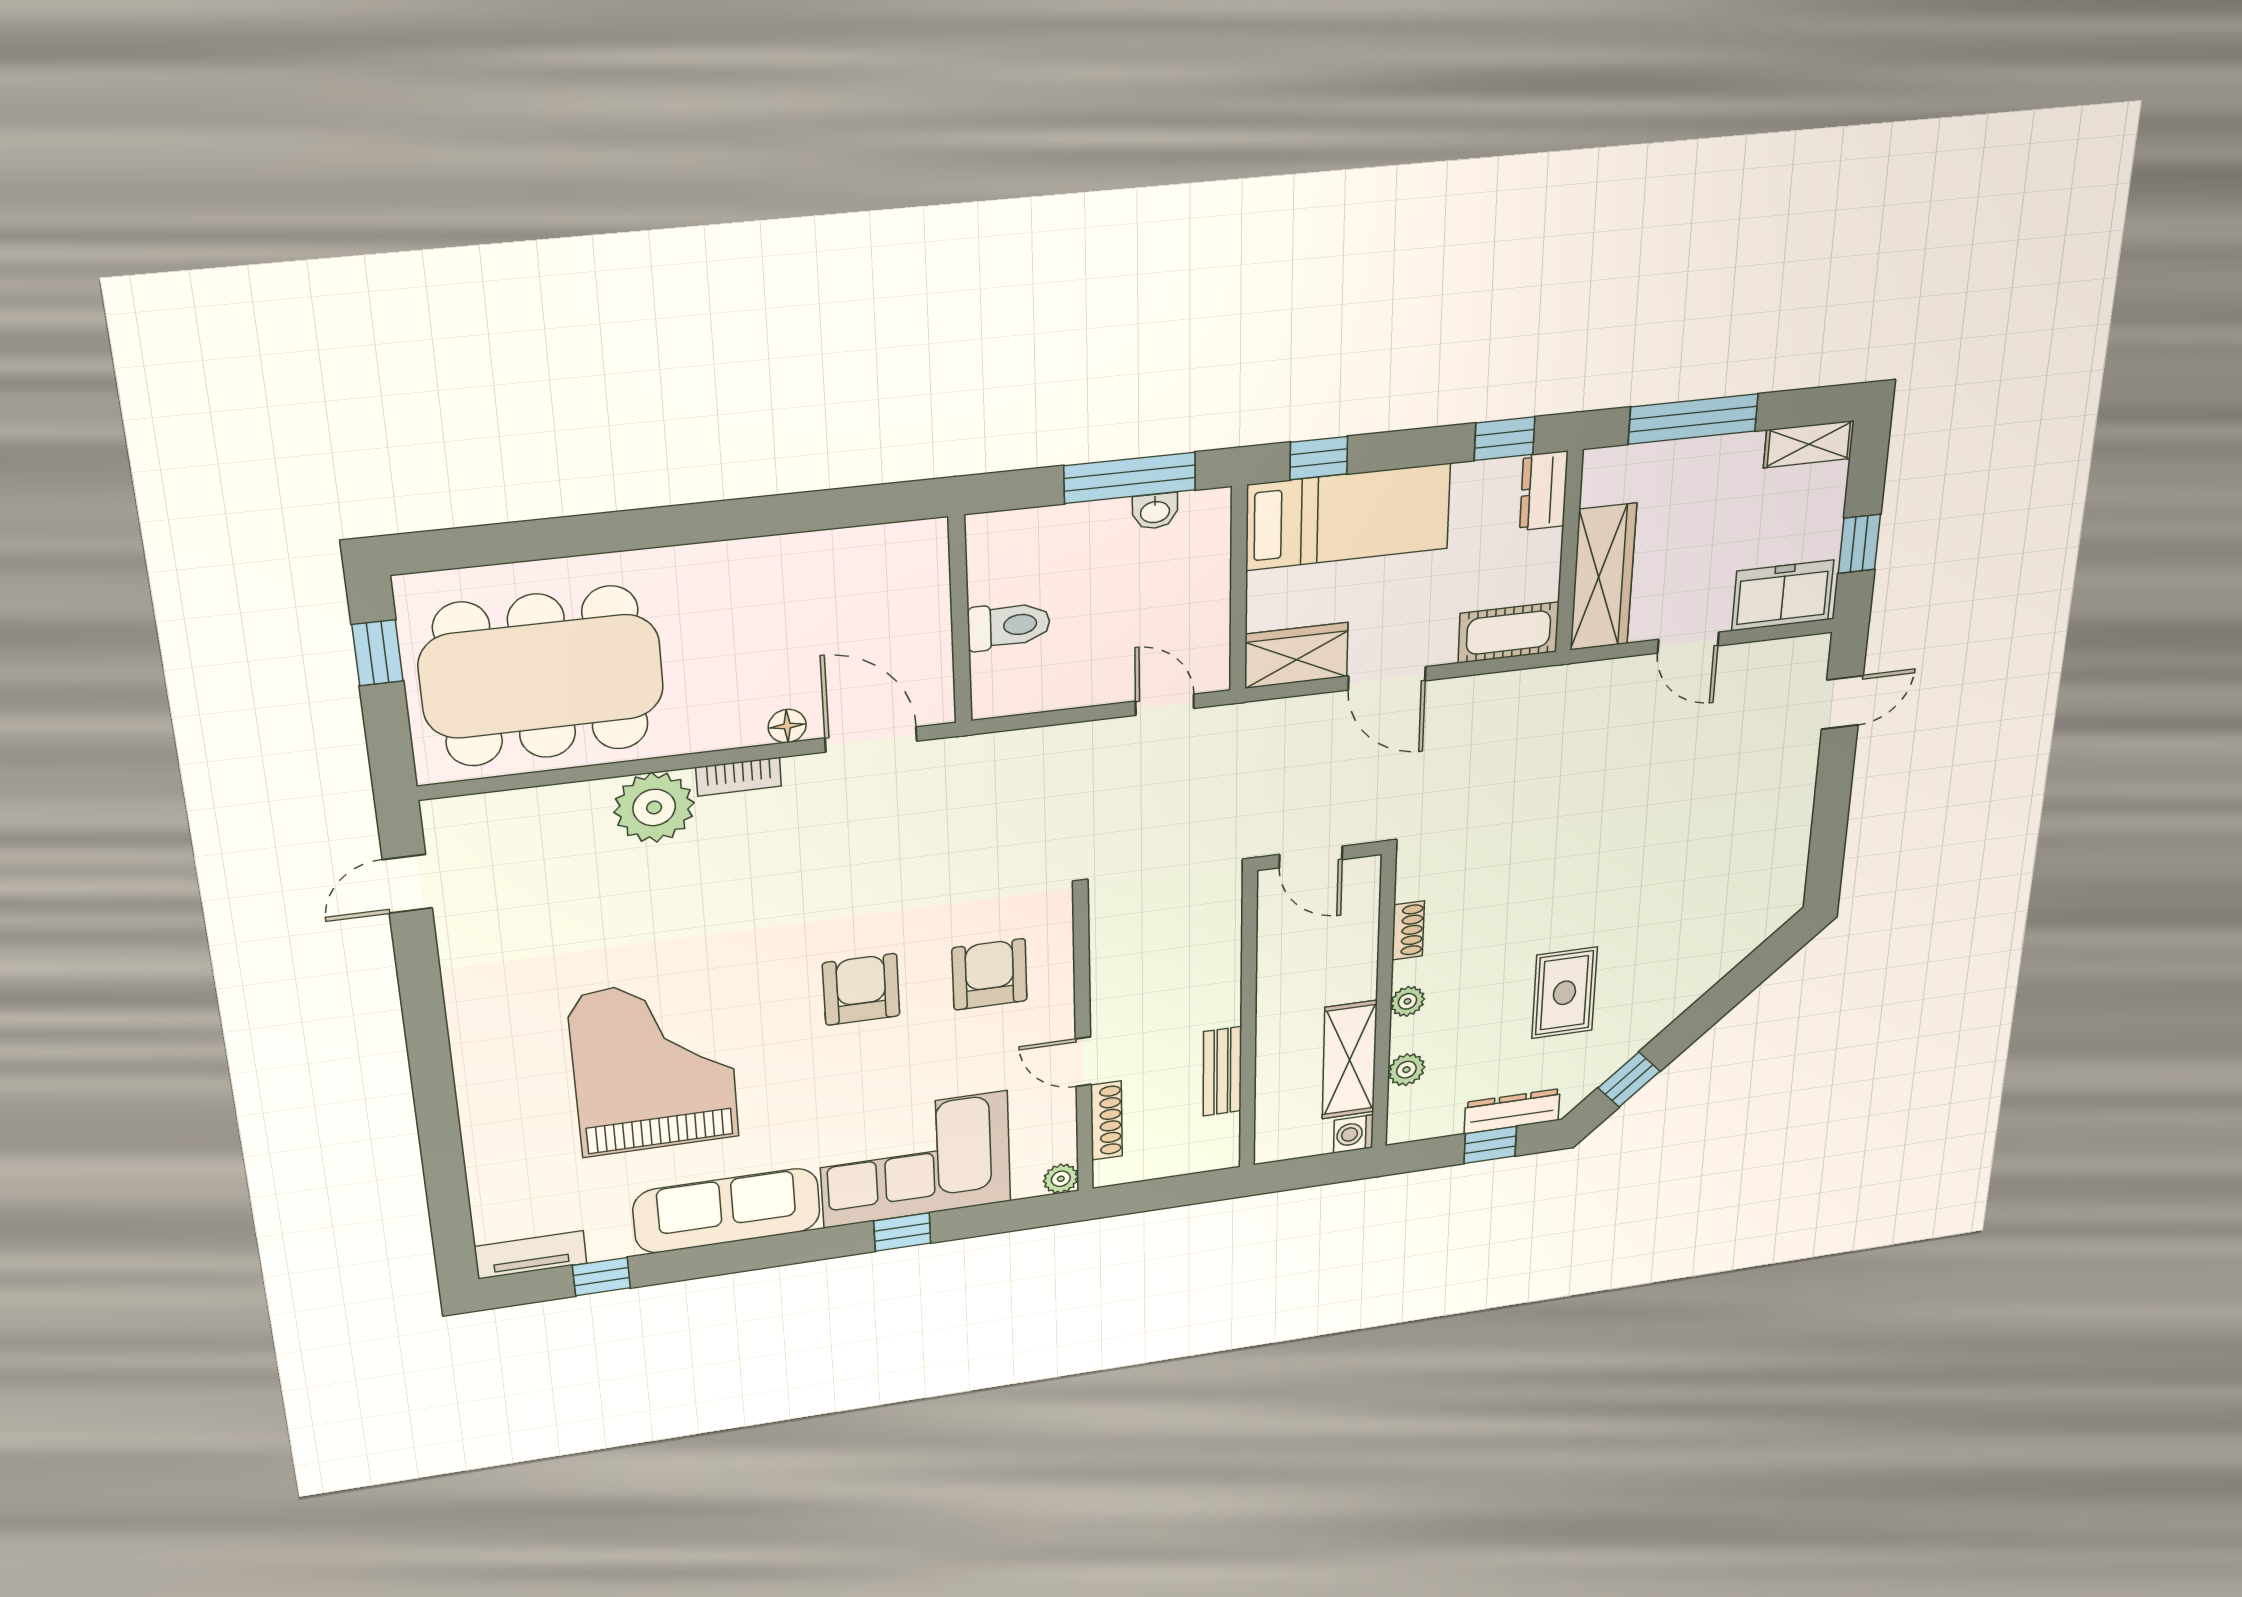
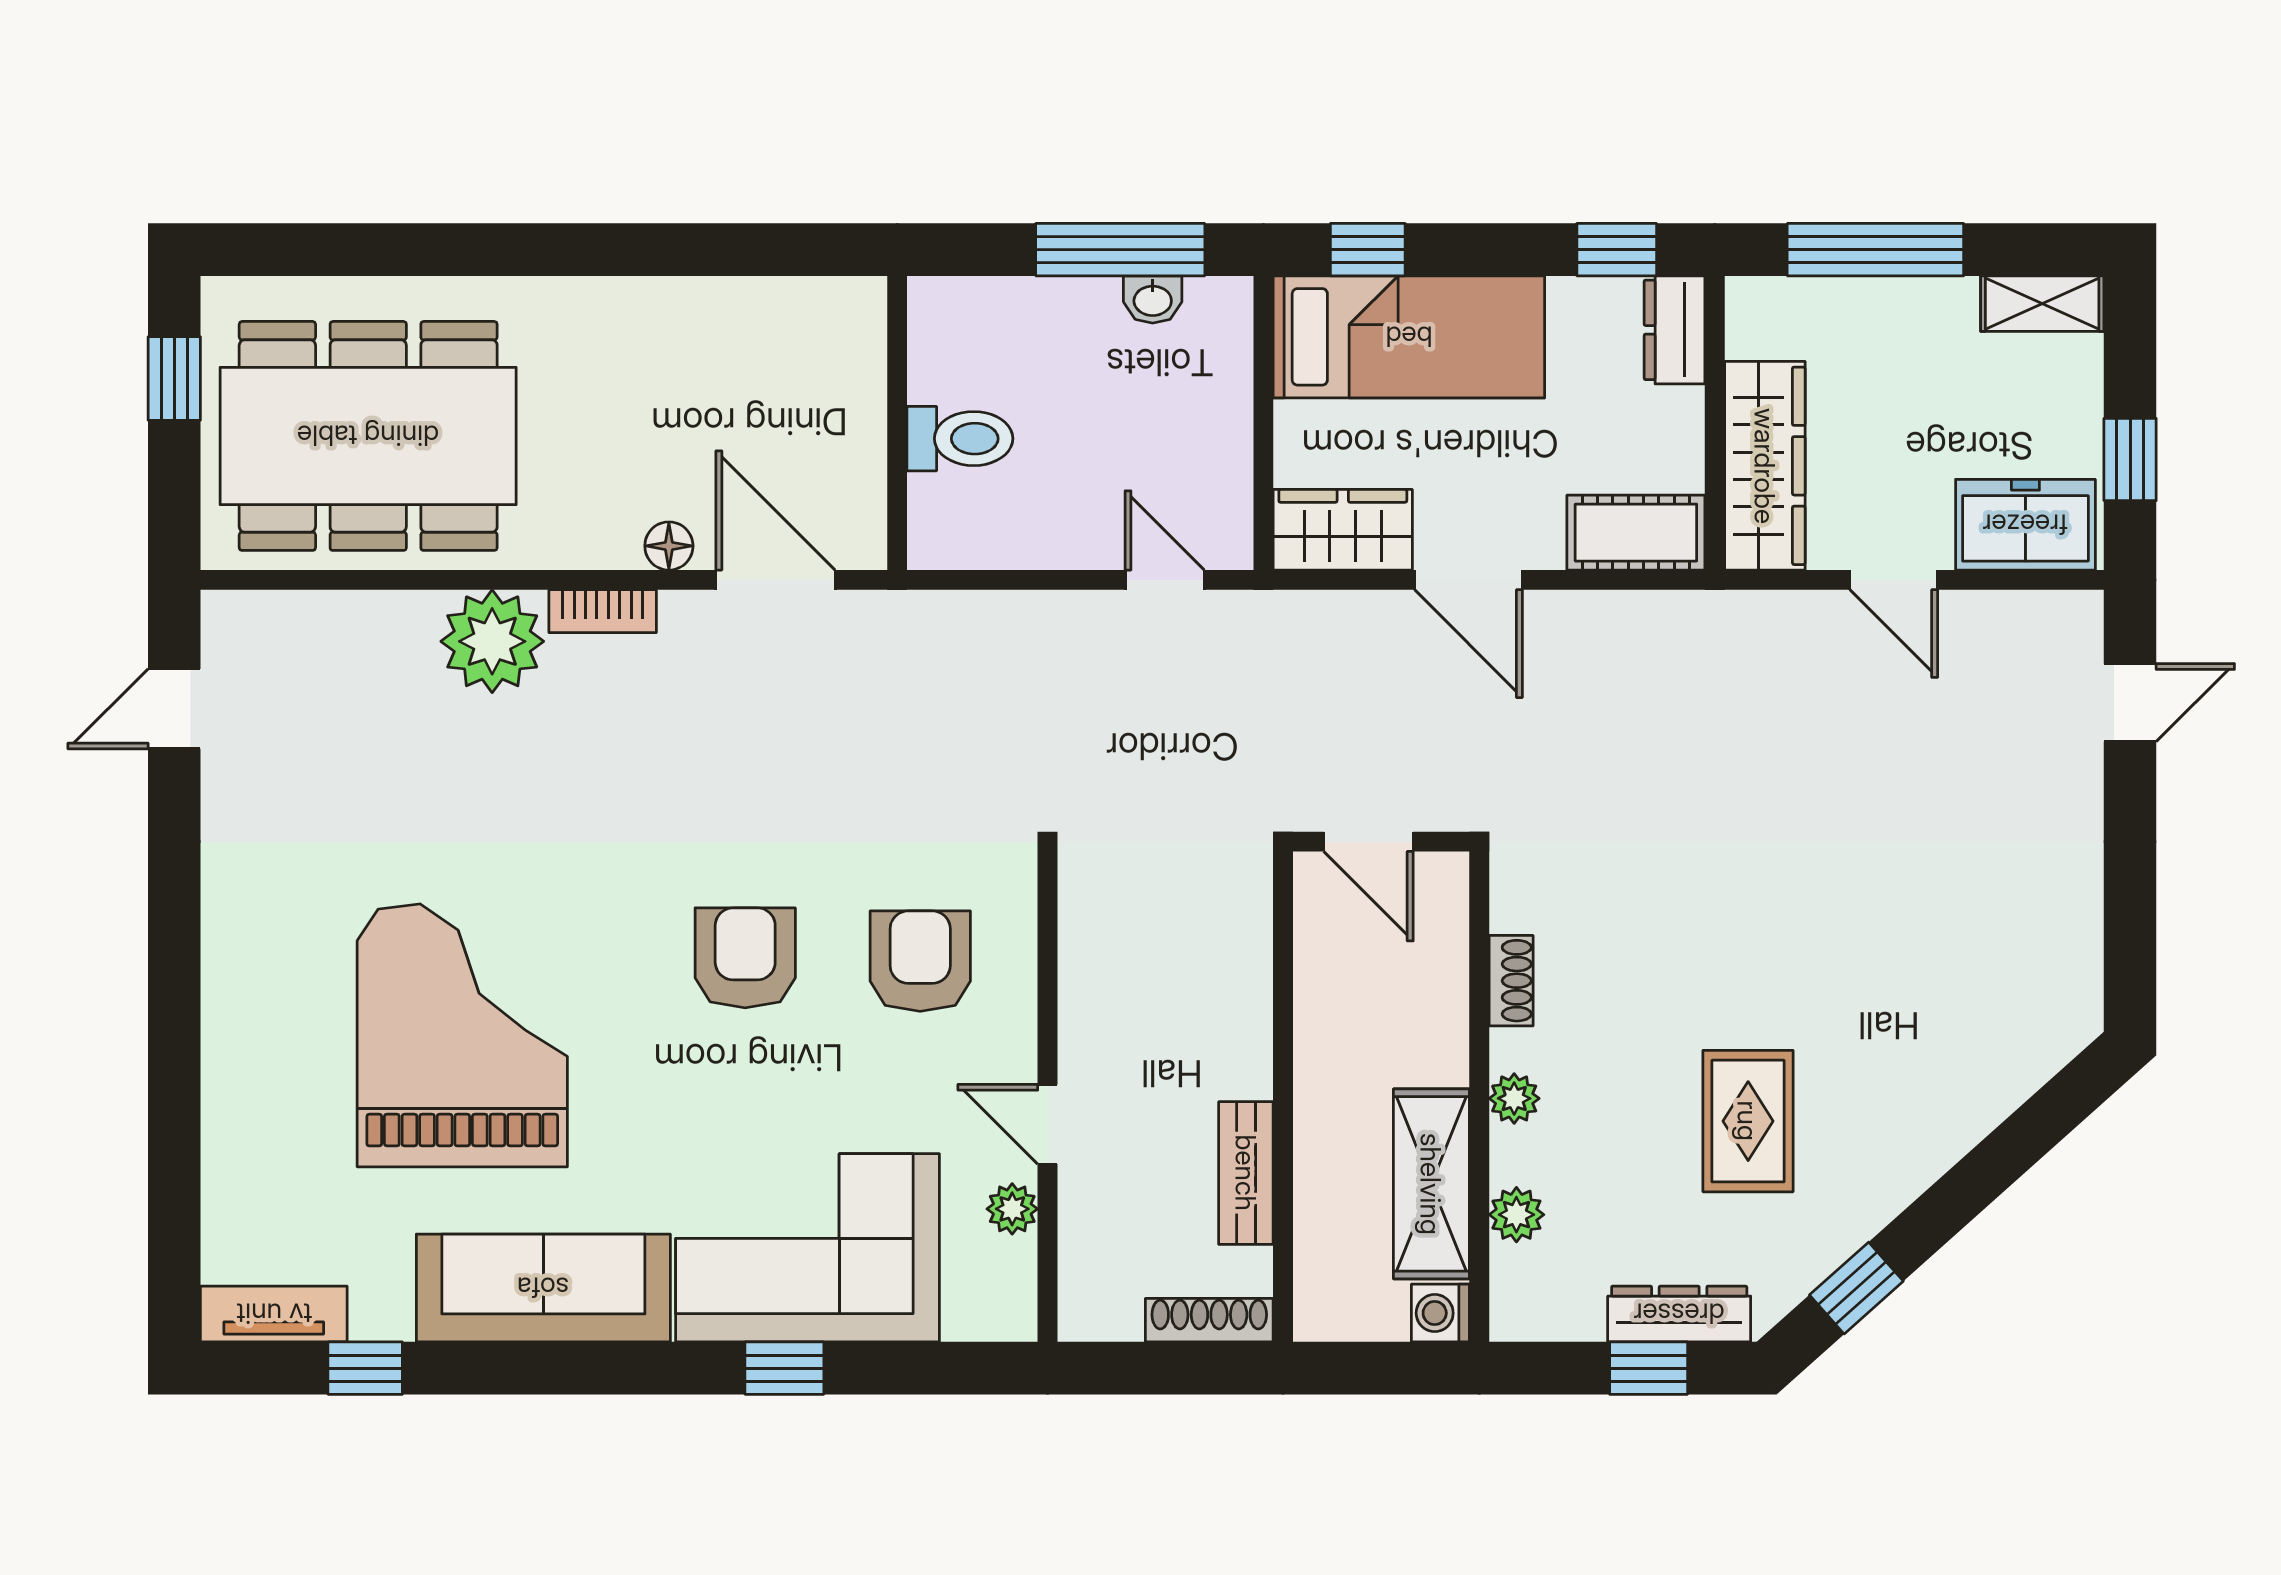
shoe rack: (1106, 1121) -> (1209, 1320), moved, turned -90
plant: (1061, 1179) -> (1012, 1209), moved

